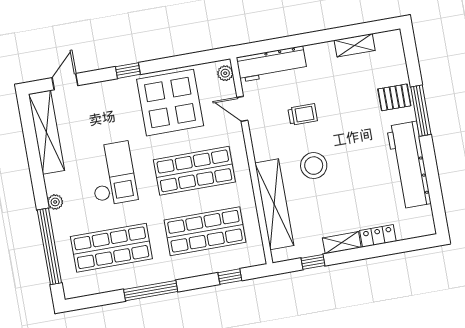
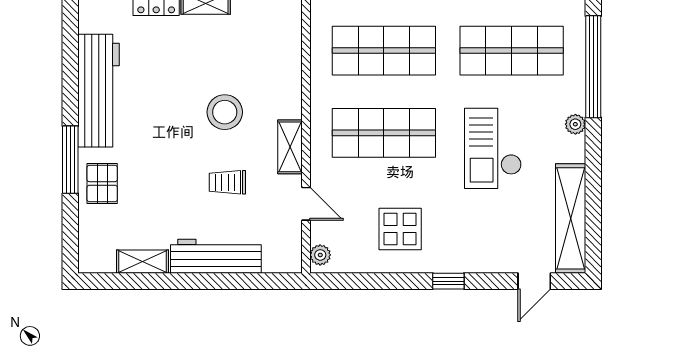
workbench: (272, 64) -> (216, 256), moved
pallet: (394, 97) -> (102, 183), turned 90
display table: (170, 103) -> (400, 229), width x0.54, depth x0.54
shelving: (274, 204) -> (290, 147), moved, width x0.45, depth x0.75

